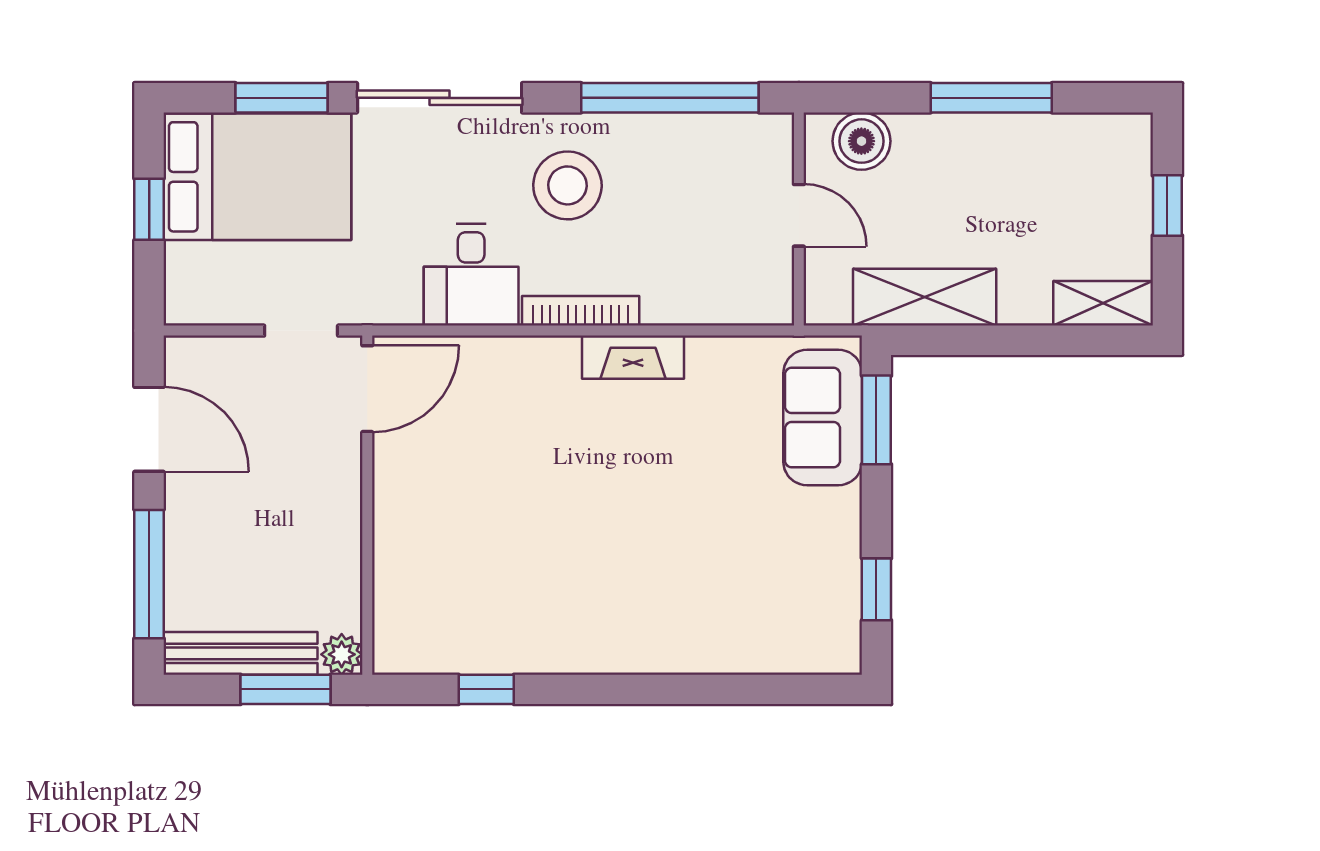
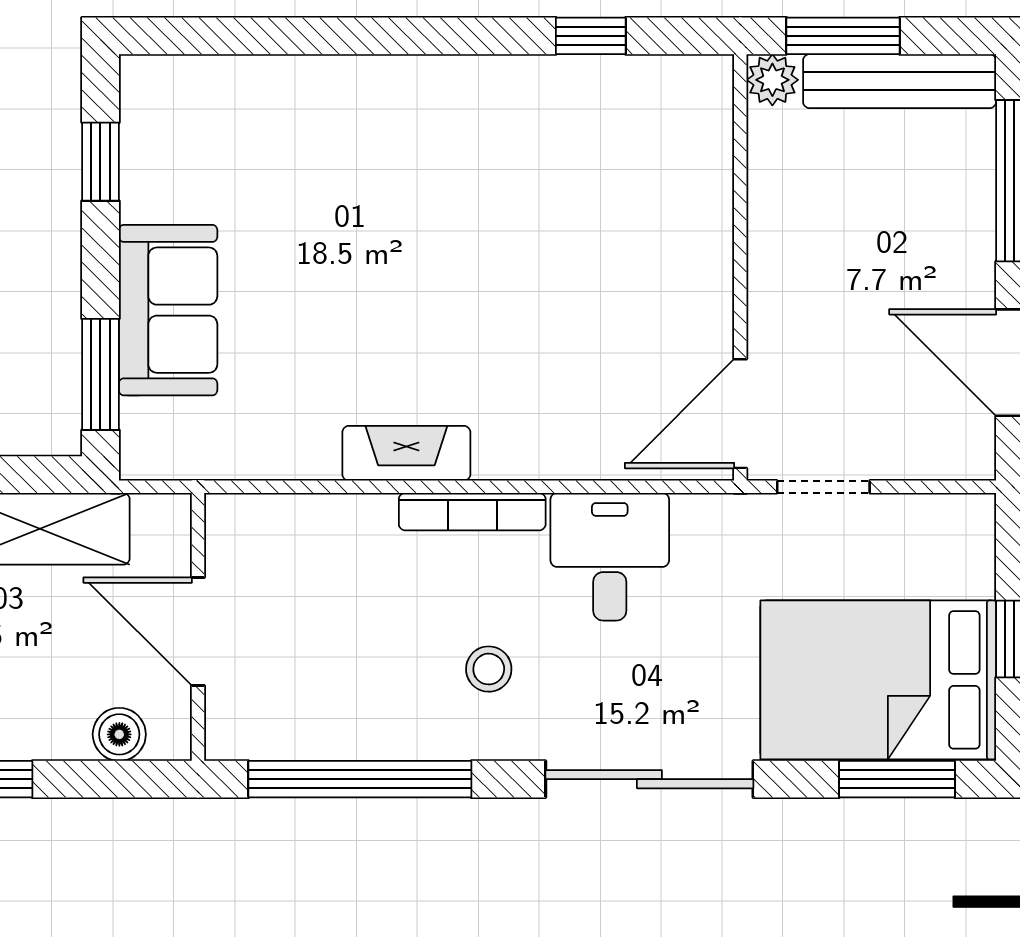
window: (281, 98) -> (897, 779), moved
boiler: (861, 141) -> (119, 734), width x0.73, depth x0.73
stool: (567, 185) -> (489, 669), width x0.53, depth x0.53
door: (799, 215) -> (198, 632), width x1.38
sofa: (823, 417) -> (168, 310), moved

